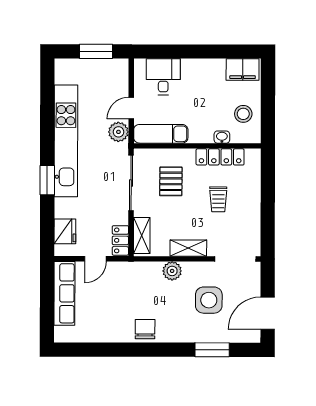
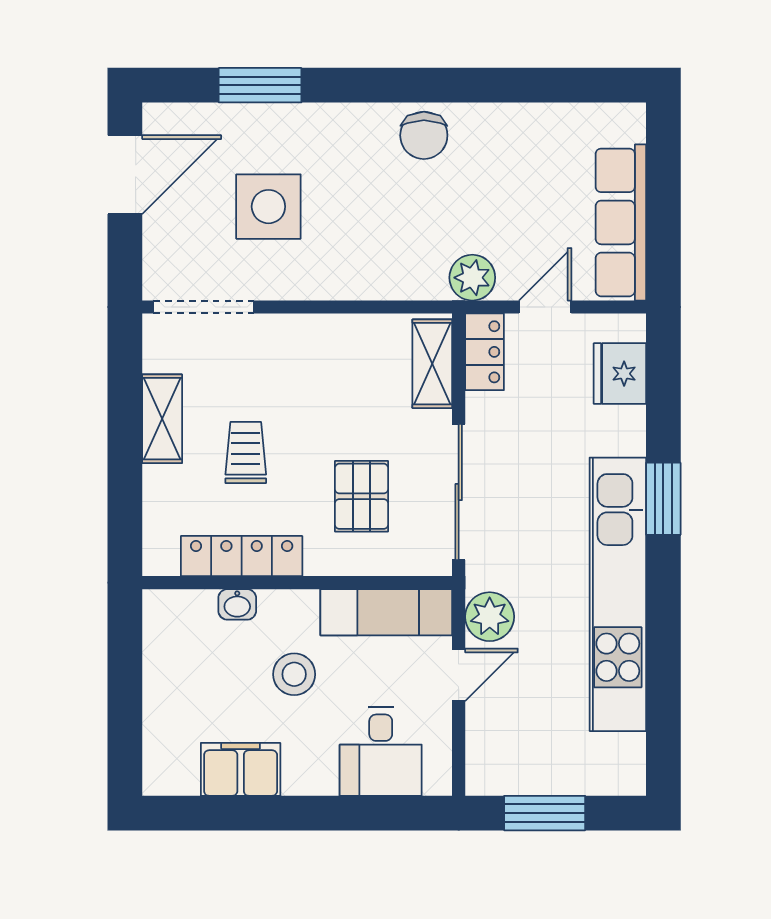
filing cabinet: (243, 70) -> (241, 769), moved
stool: (243, 114) -> (294, 674), moved
shelving: (188, 248) -> (162, 419), moved, turned 90
plant: (172, 271) -> (472, 278), moved

